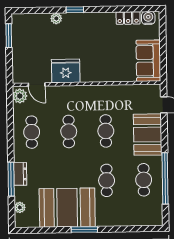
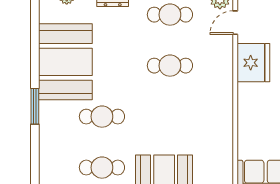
cafe table: (106, 131) -> (170, 117), removed
window: (84, 230) -> (35, 106), moved

